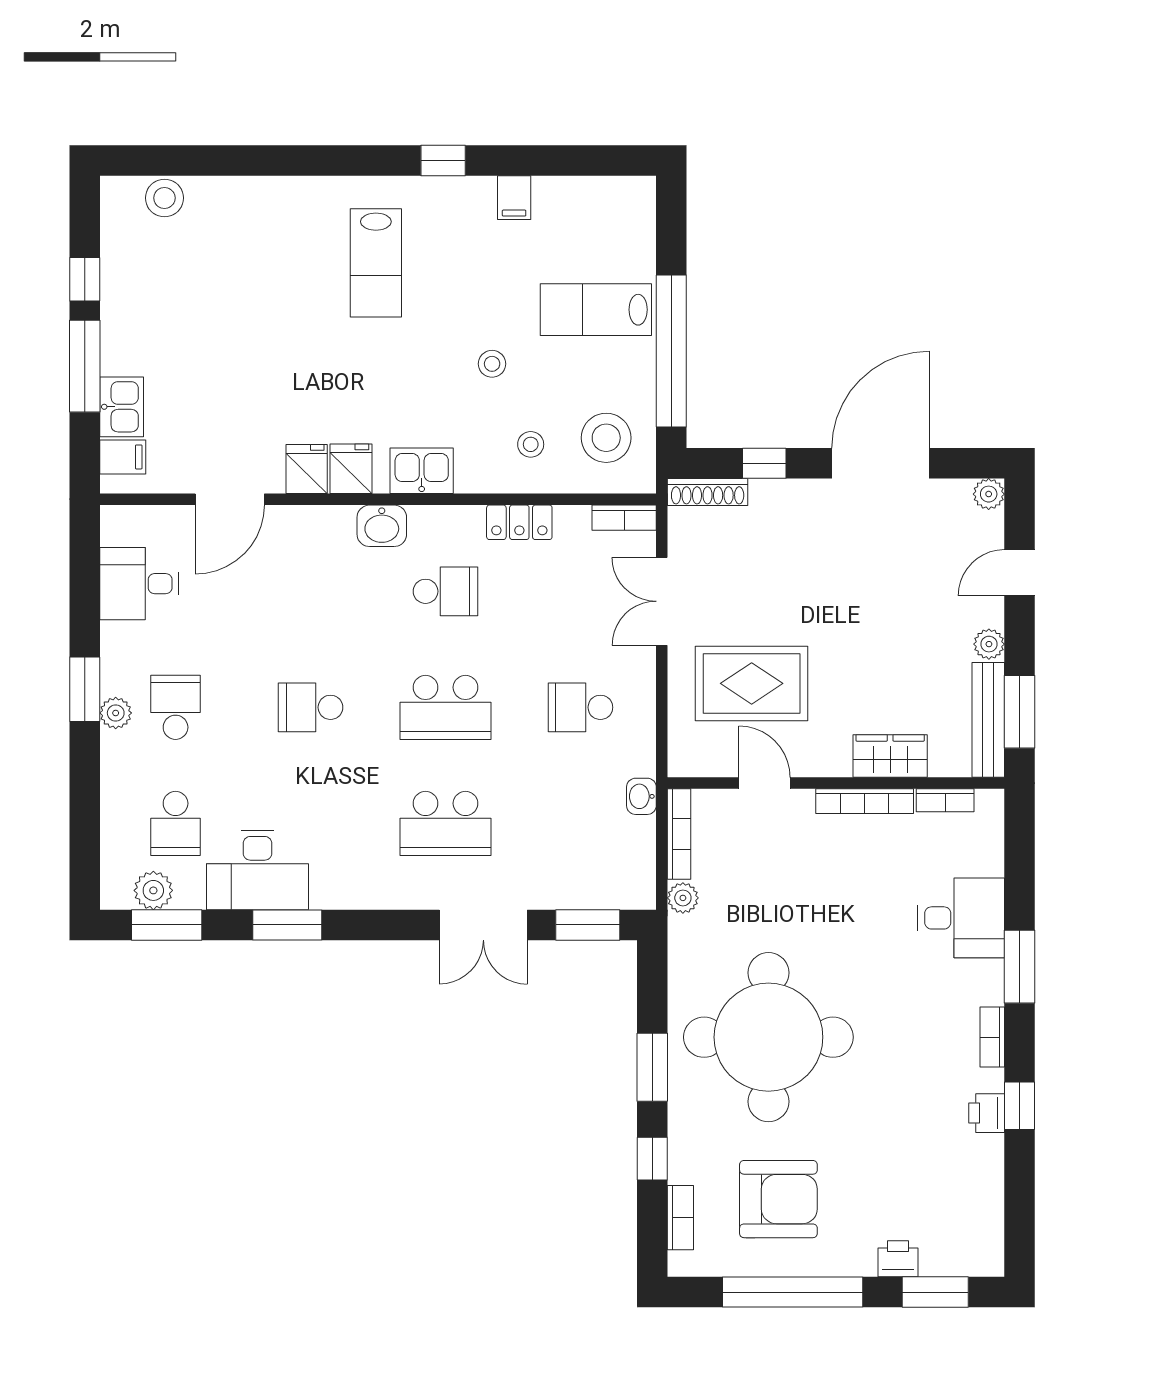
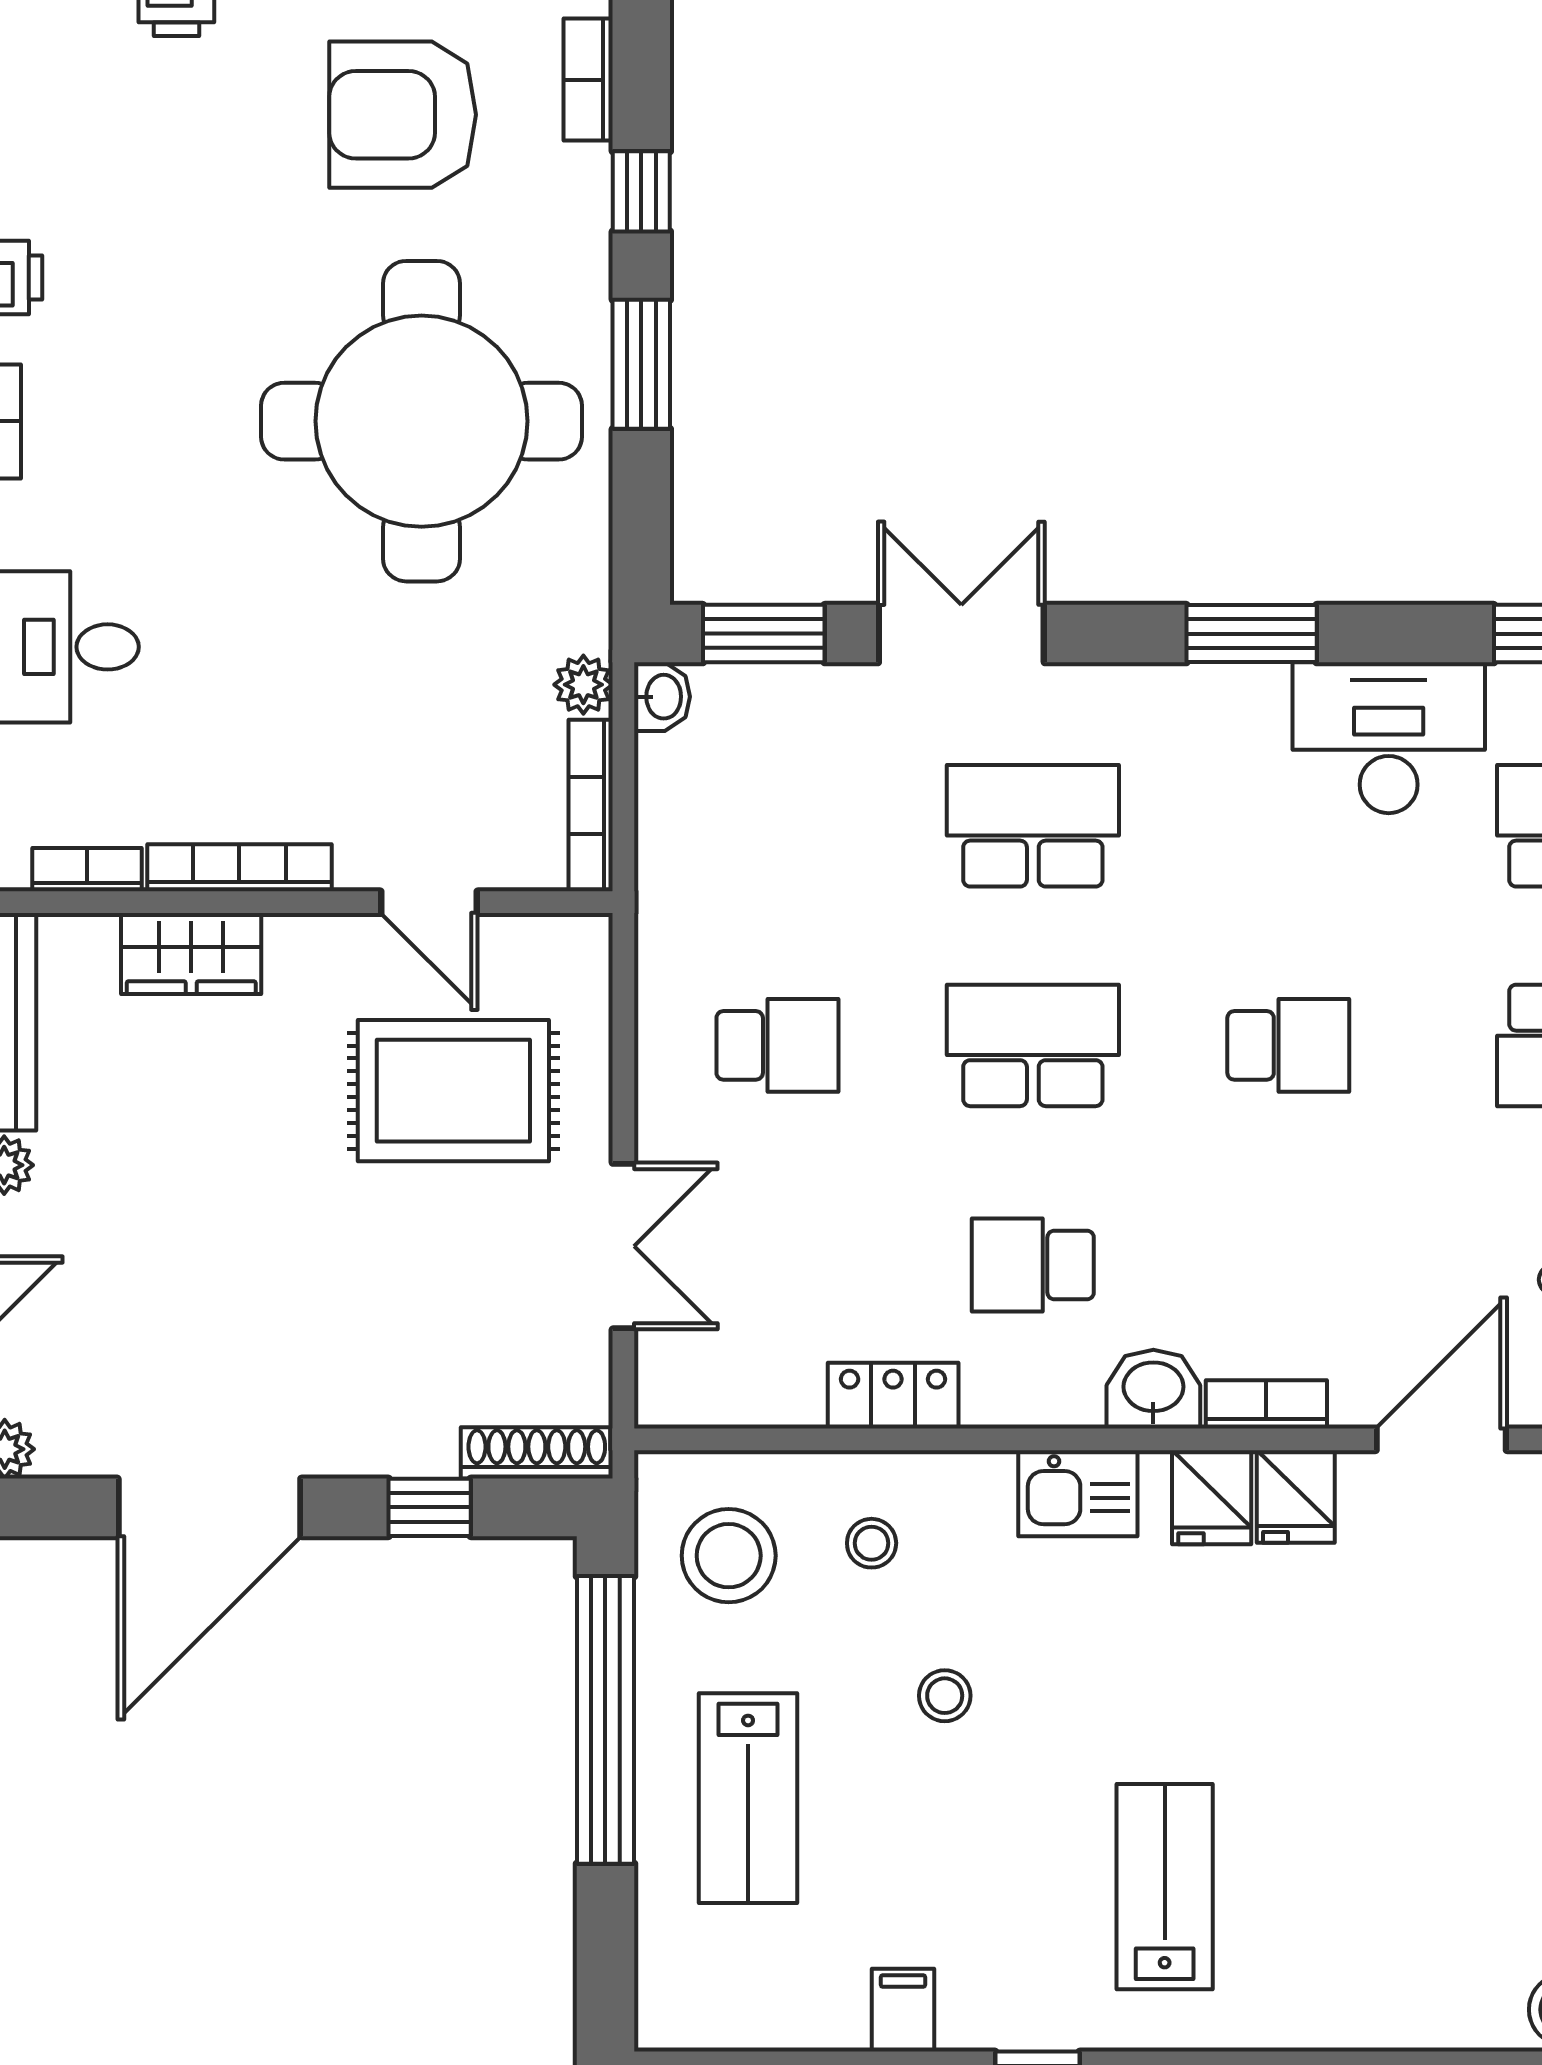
lab bench: (596, 310) -> (748, 1798), turned 90
bookcase: (624, 518) -> (1266, 1404), moved
washbasin: (641, 796) -> (662, 697), moved
window: (287, 925) -> (1252, 634), moved

